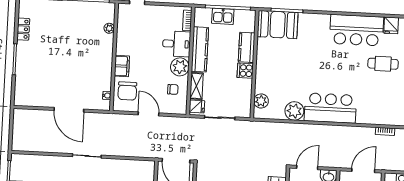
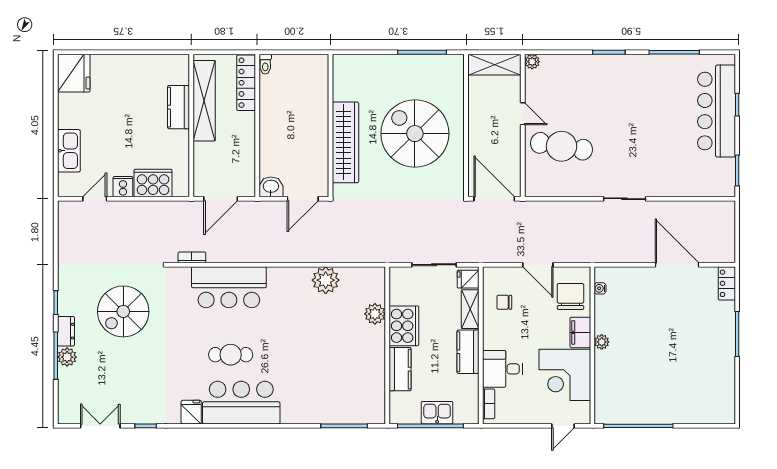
booth: (278, 25) -> (357, 405), removed
plant: (109, 28) -> (602, 342), moved
locker: (23, 29) -> (727, 283), moved
corner desk: (134, 37) -> (565, 375), added
kitchen counter: (200, 49) -> (468, 352), width x0.67
cafe table: (383, 64) -> (231, 355), moved
plant: (180, 67) -> (496, 336), removed
cooker: (245, 71) -> (404, 326), width x1.87, depth x1.31
plant: (261, 101) -> (375, 314), moved
bar counter: (330, 108) -> (229, 287), moved
door: (69, 110) -> (677, 265), moved

